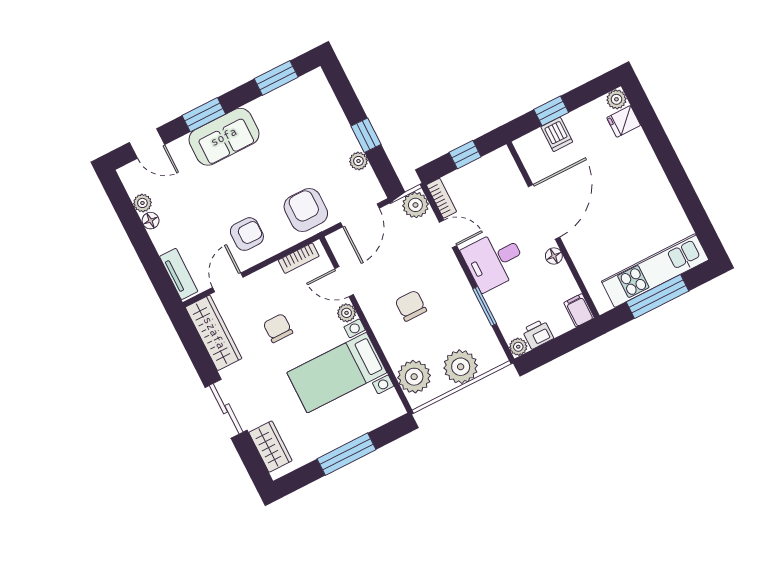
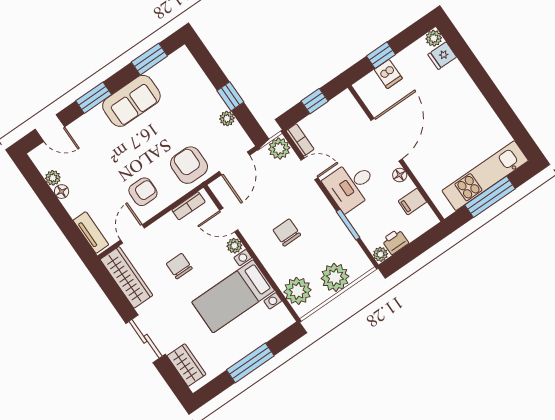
sofa: (224, 137) -> (131, 101), moved
filing cabinet: (579, 310) -> (412, 202), moved, turned -90

